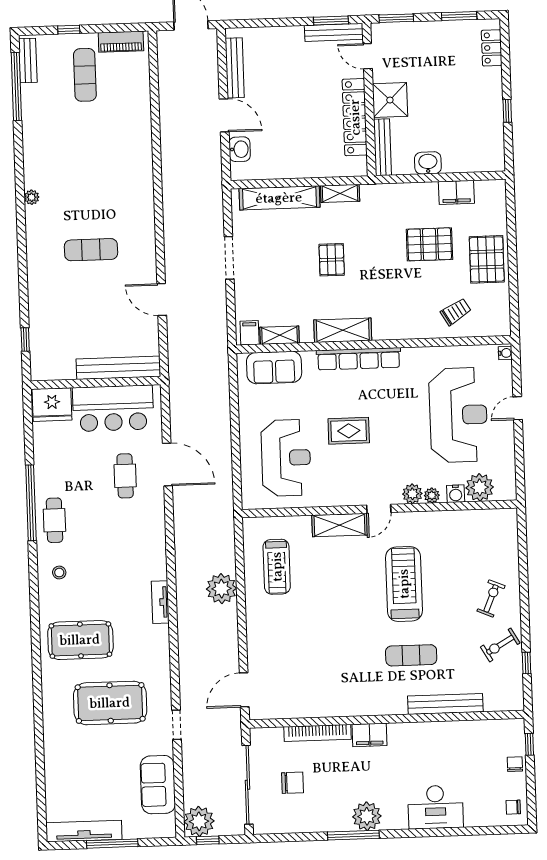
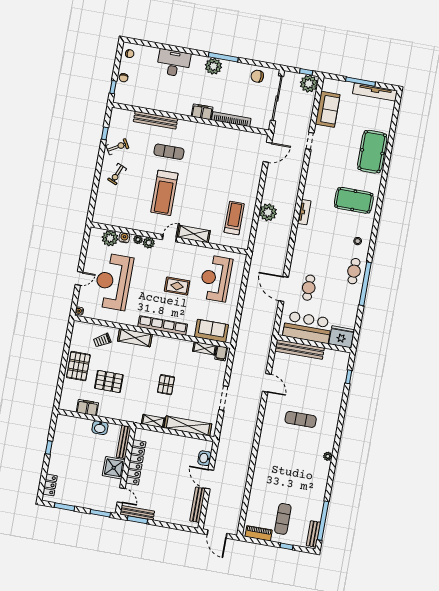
shelving: (343, 330) -> (135, 338), moved
pool table: (110, 703) -> (372, 152), moved, turned 90
chair: (292, 783) -> (257, 76), moved

